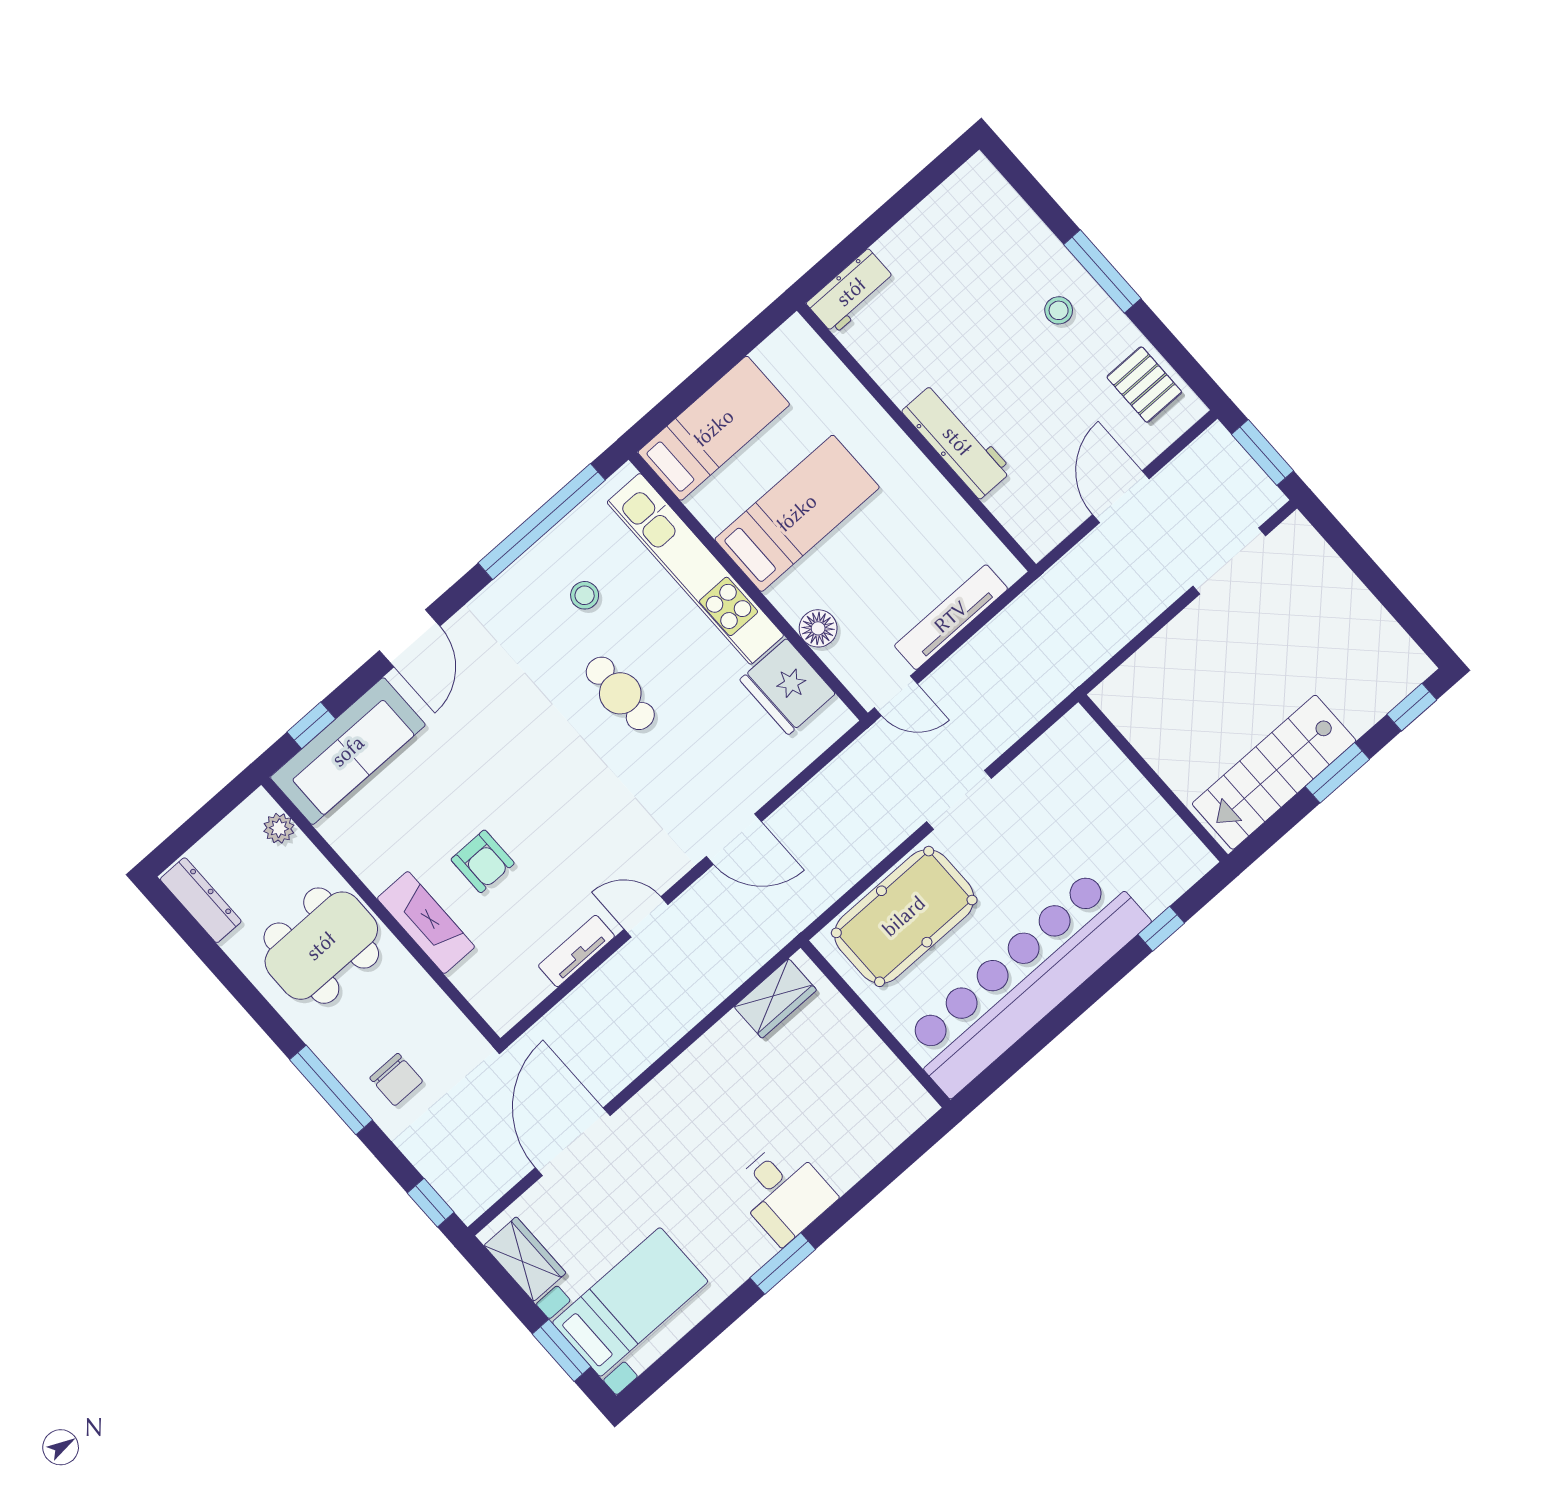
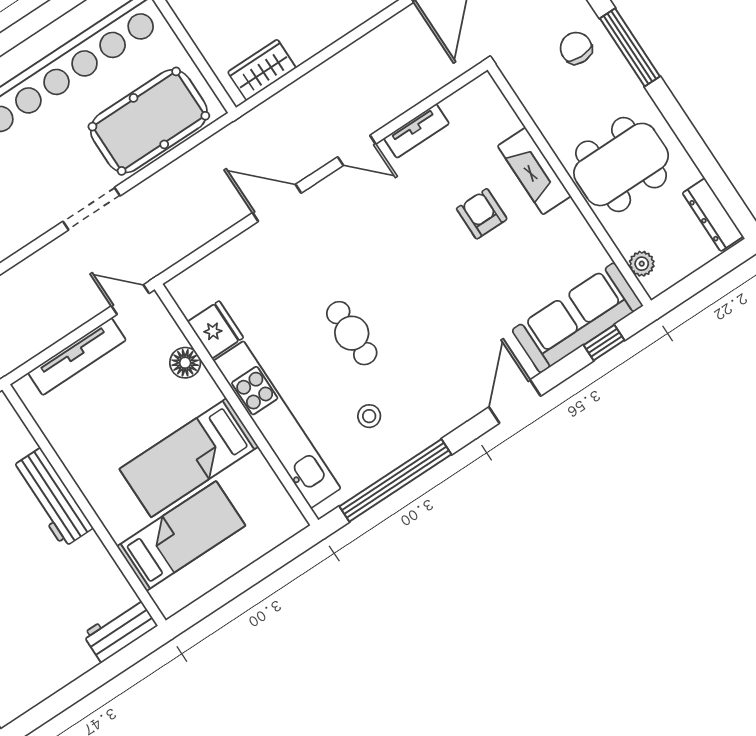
bed: (714, 428) -> (181, 536), moved, turned 180
fridge: (787, 687) -> (215, 330), width x0.73, depth x0.75

